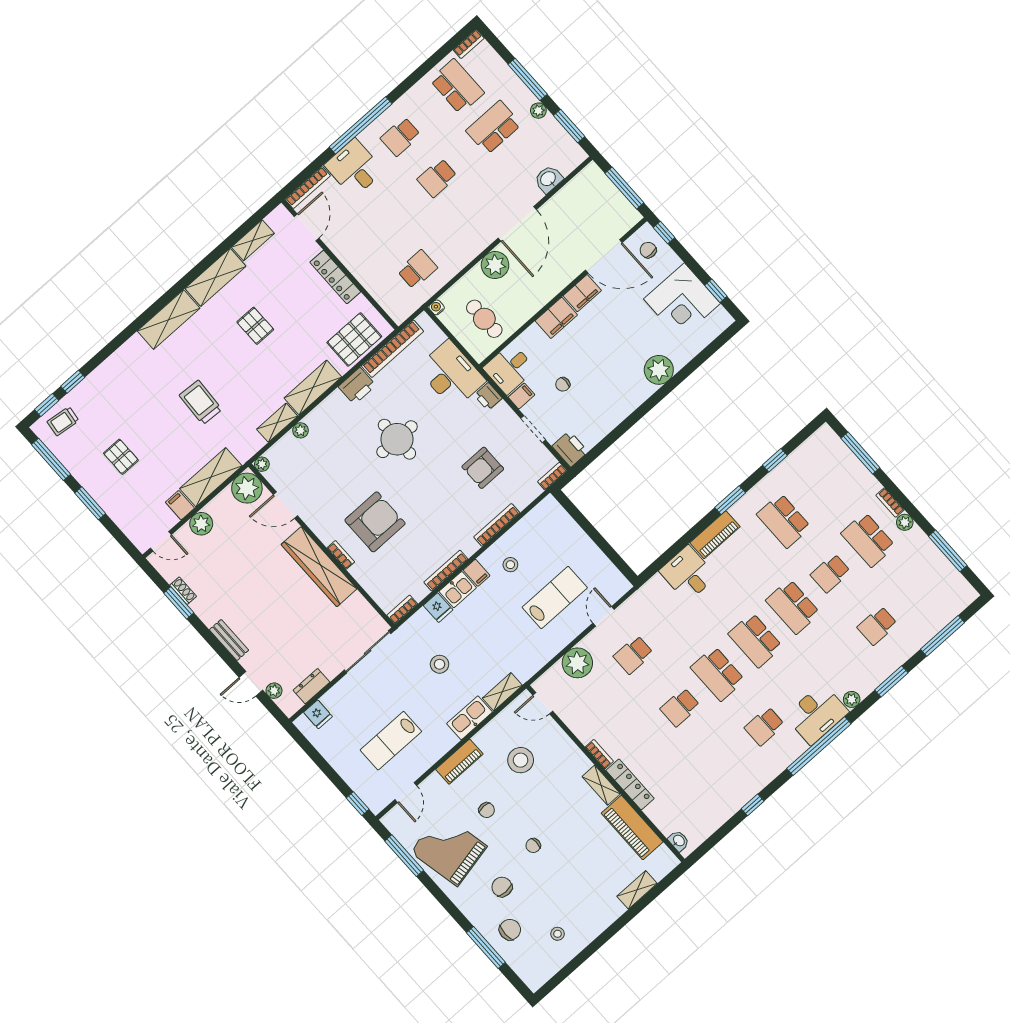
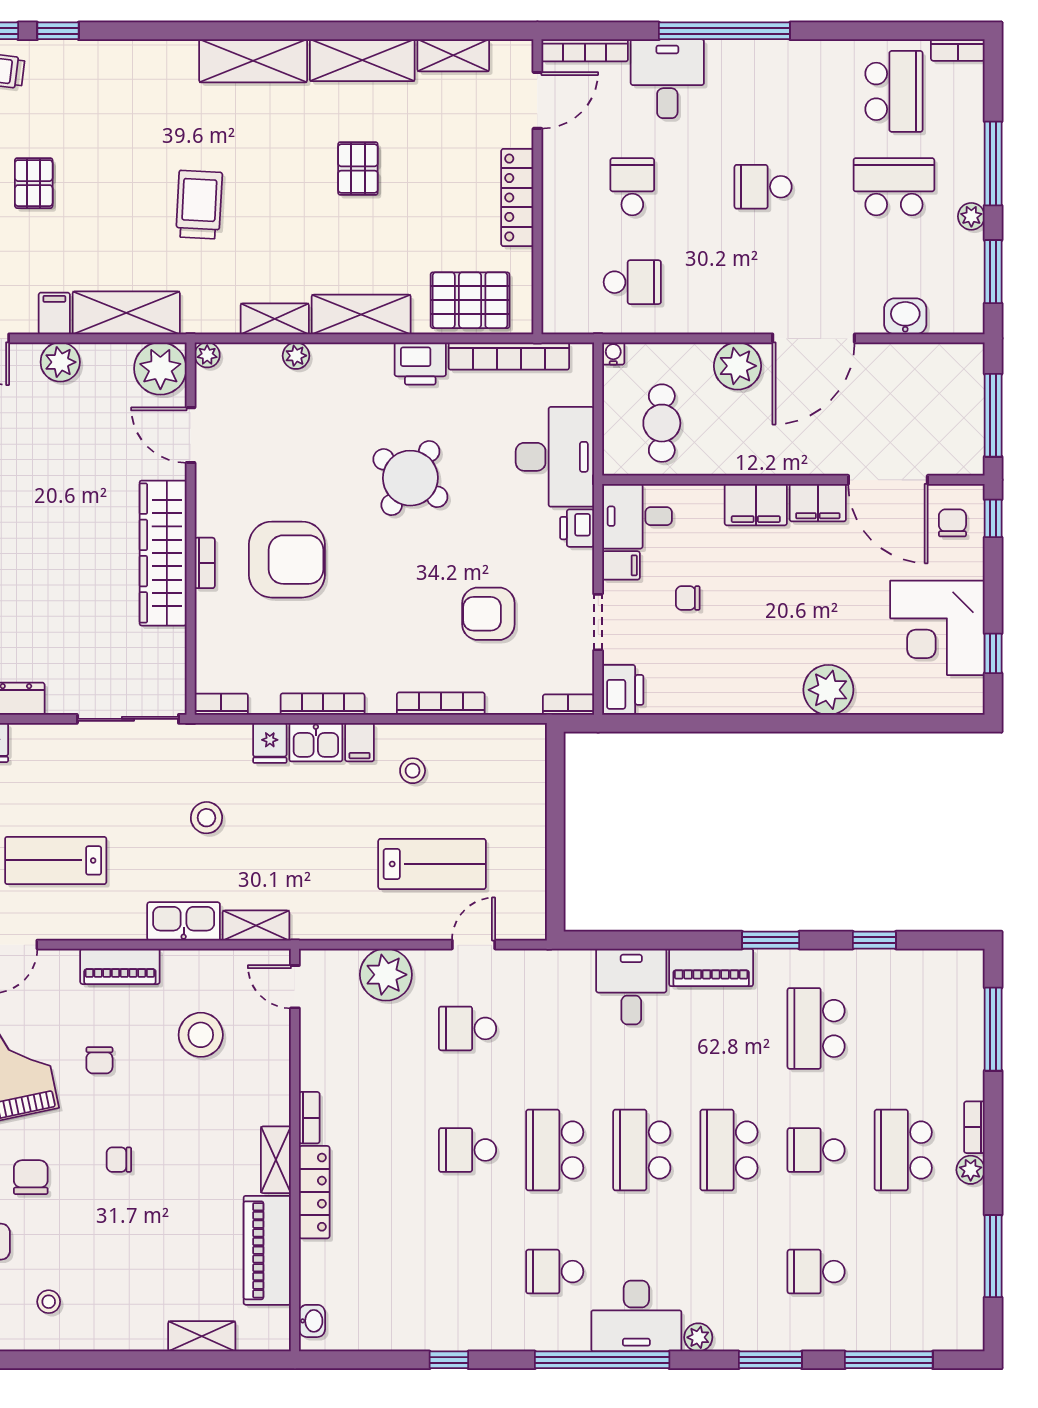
school desk: (400, 137) -> (632, 187), moved, turned 90
round table: (397, 439) -> (410, 478), turned 35

